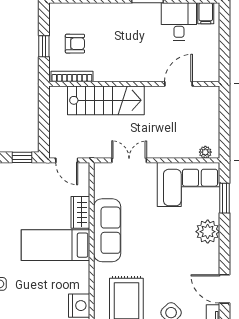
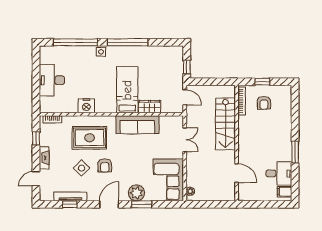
door: (67, 160) -> (185, 97), swing flipped
window: (225, 198) -> (142, 204), moved
armchair: (167, 278) -> (105, 165), added
door: (225, 289) -> (109, 204), moved

